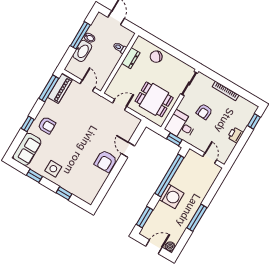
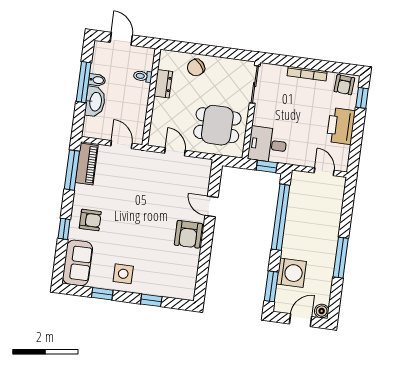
door: (120, 105) -> (175, 152), hinge flipped
armchair: (204, 112) -> (344, 85), moved
printer: (235, 135) -> (341, 126), width x1.87, depth x1.48
washing machine: (172, 196) -> (291, 273), moved

